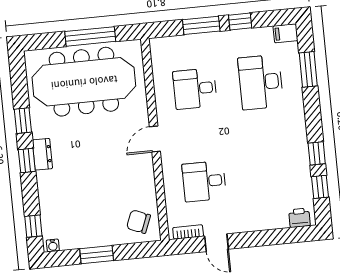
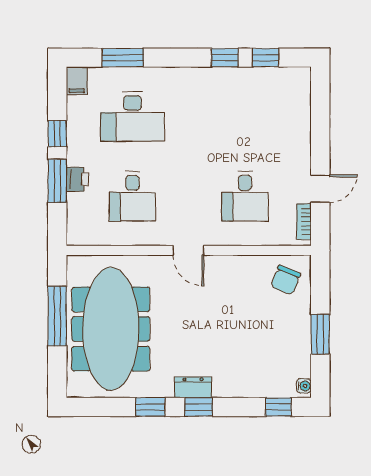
printer: (299, 218) -> (77, 179), moved, turned 180

